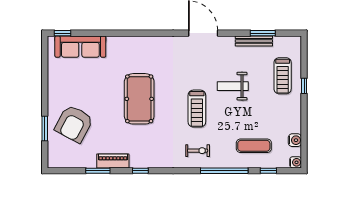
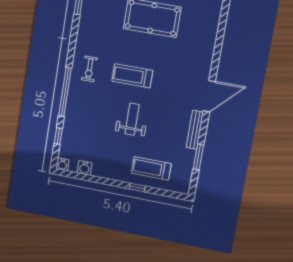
bench: (254, 41) -> (195, 130), moved
weight bench: (233, 86) -> (132, 119), moved
exercise mat: (254, 146) -> (85, 126), removed

